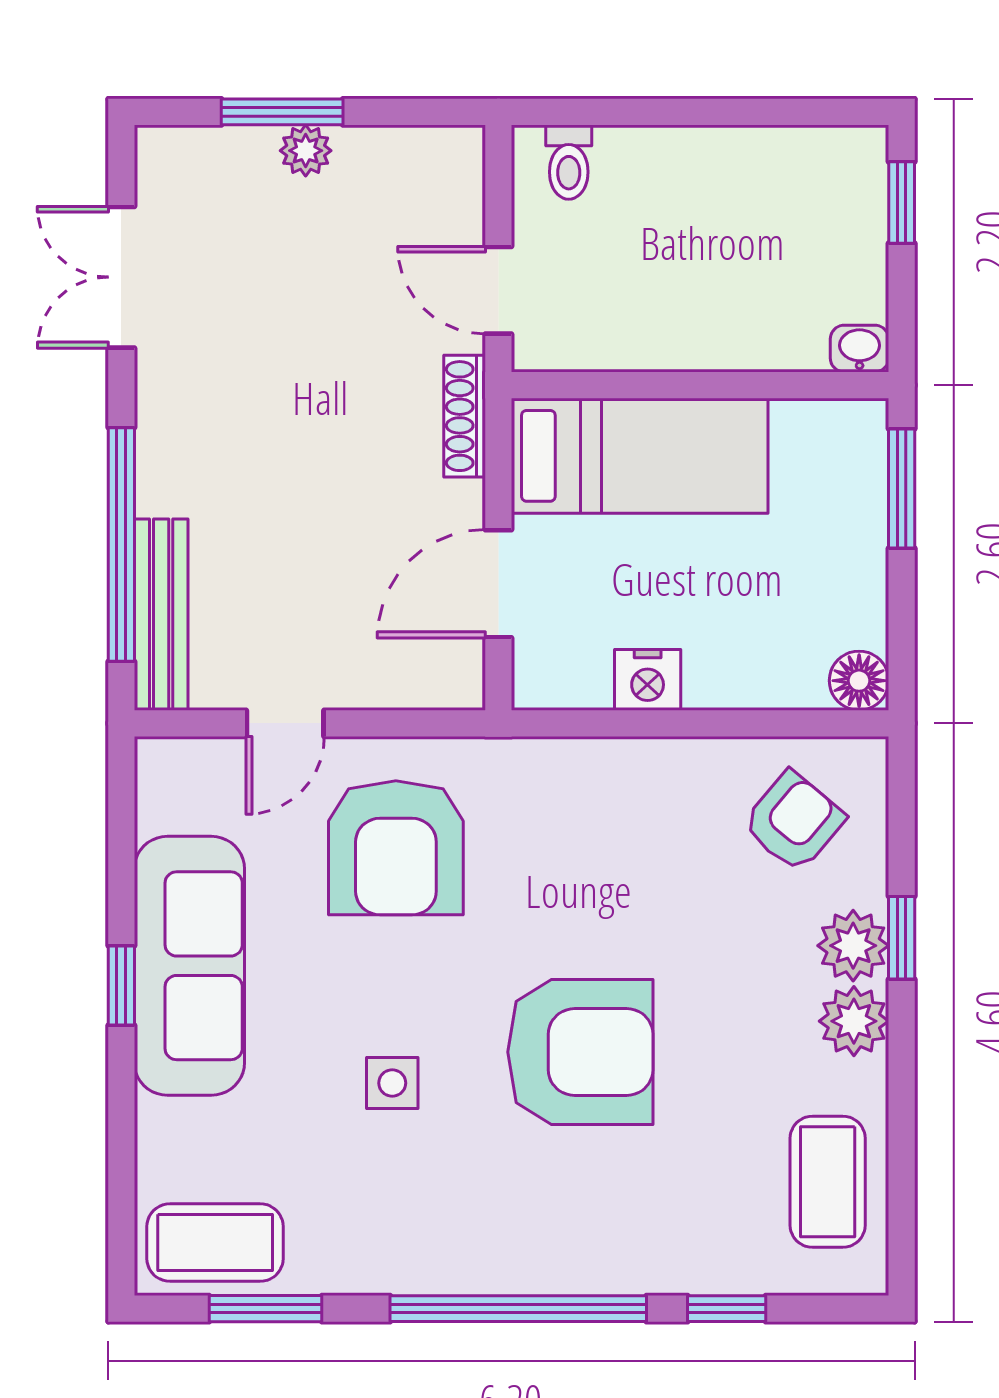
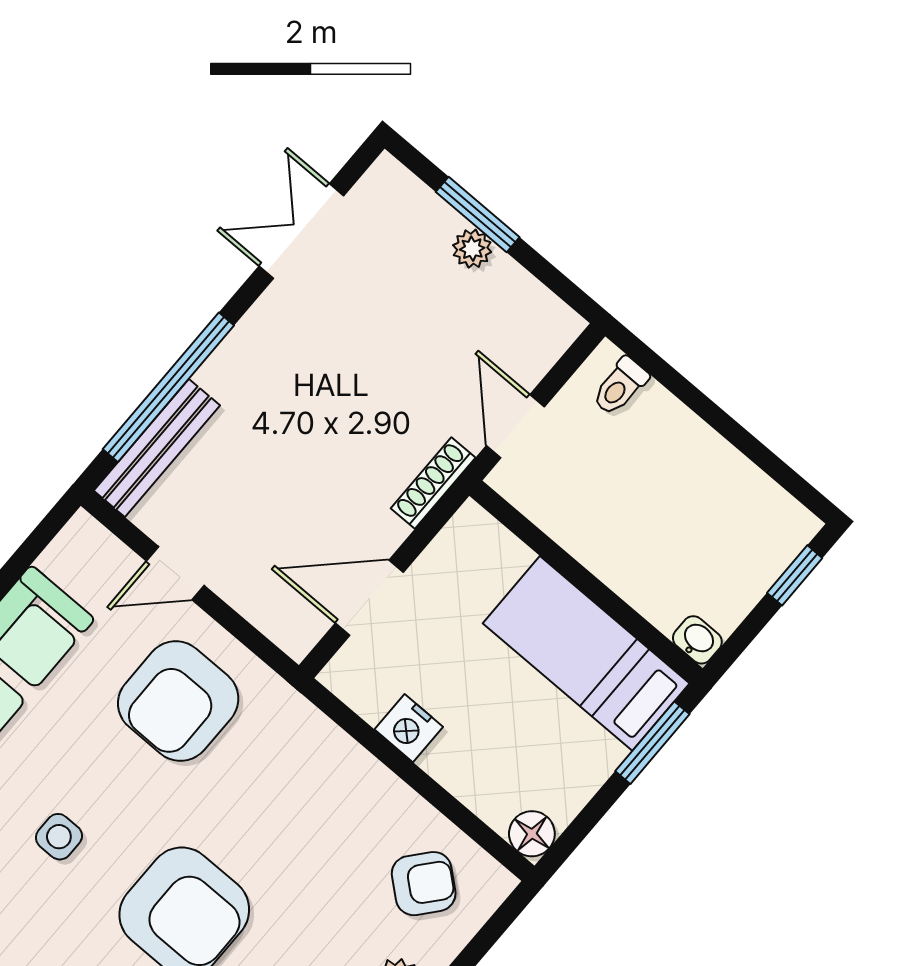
bed: (640, 456) -> (586, 653), moved, turned 180

